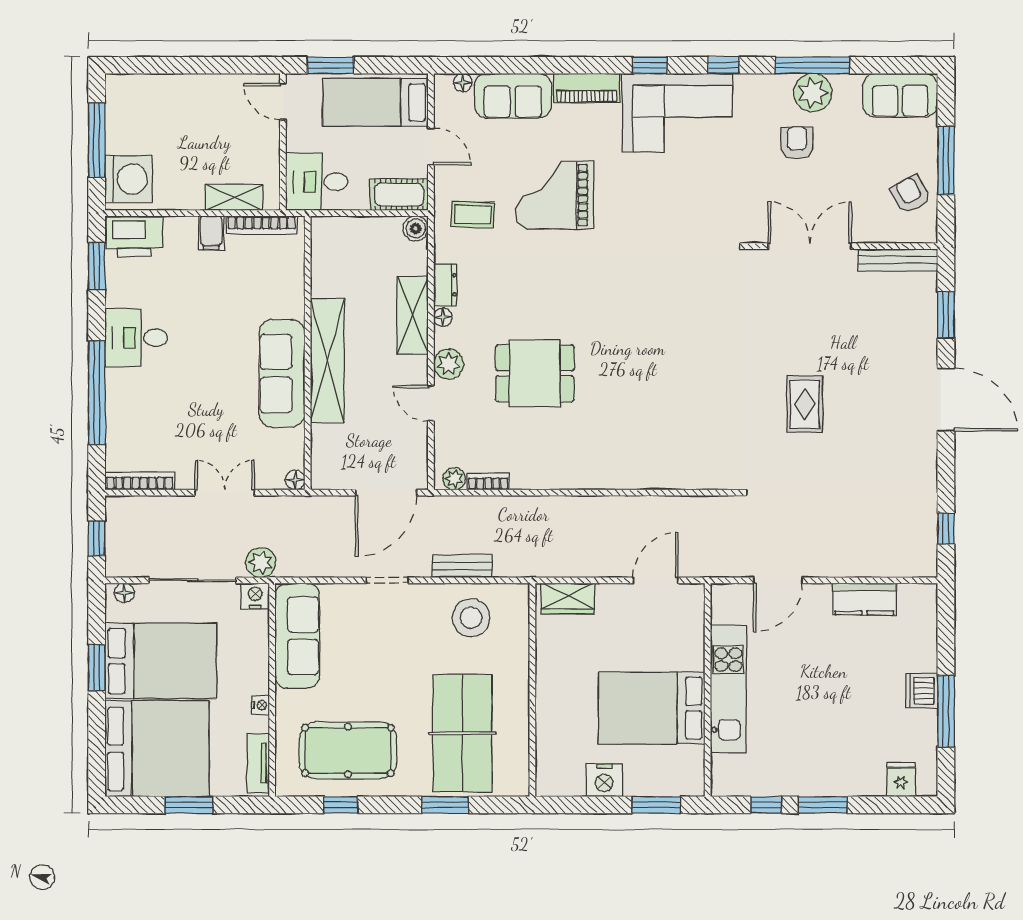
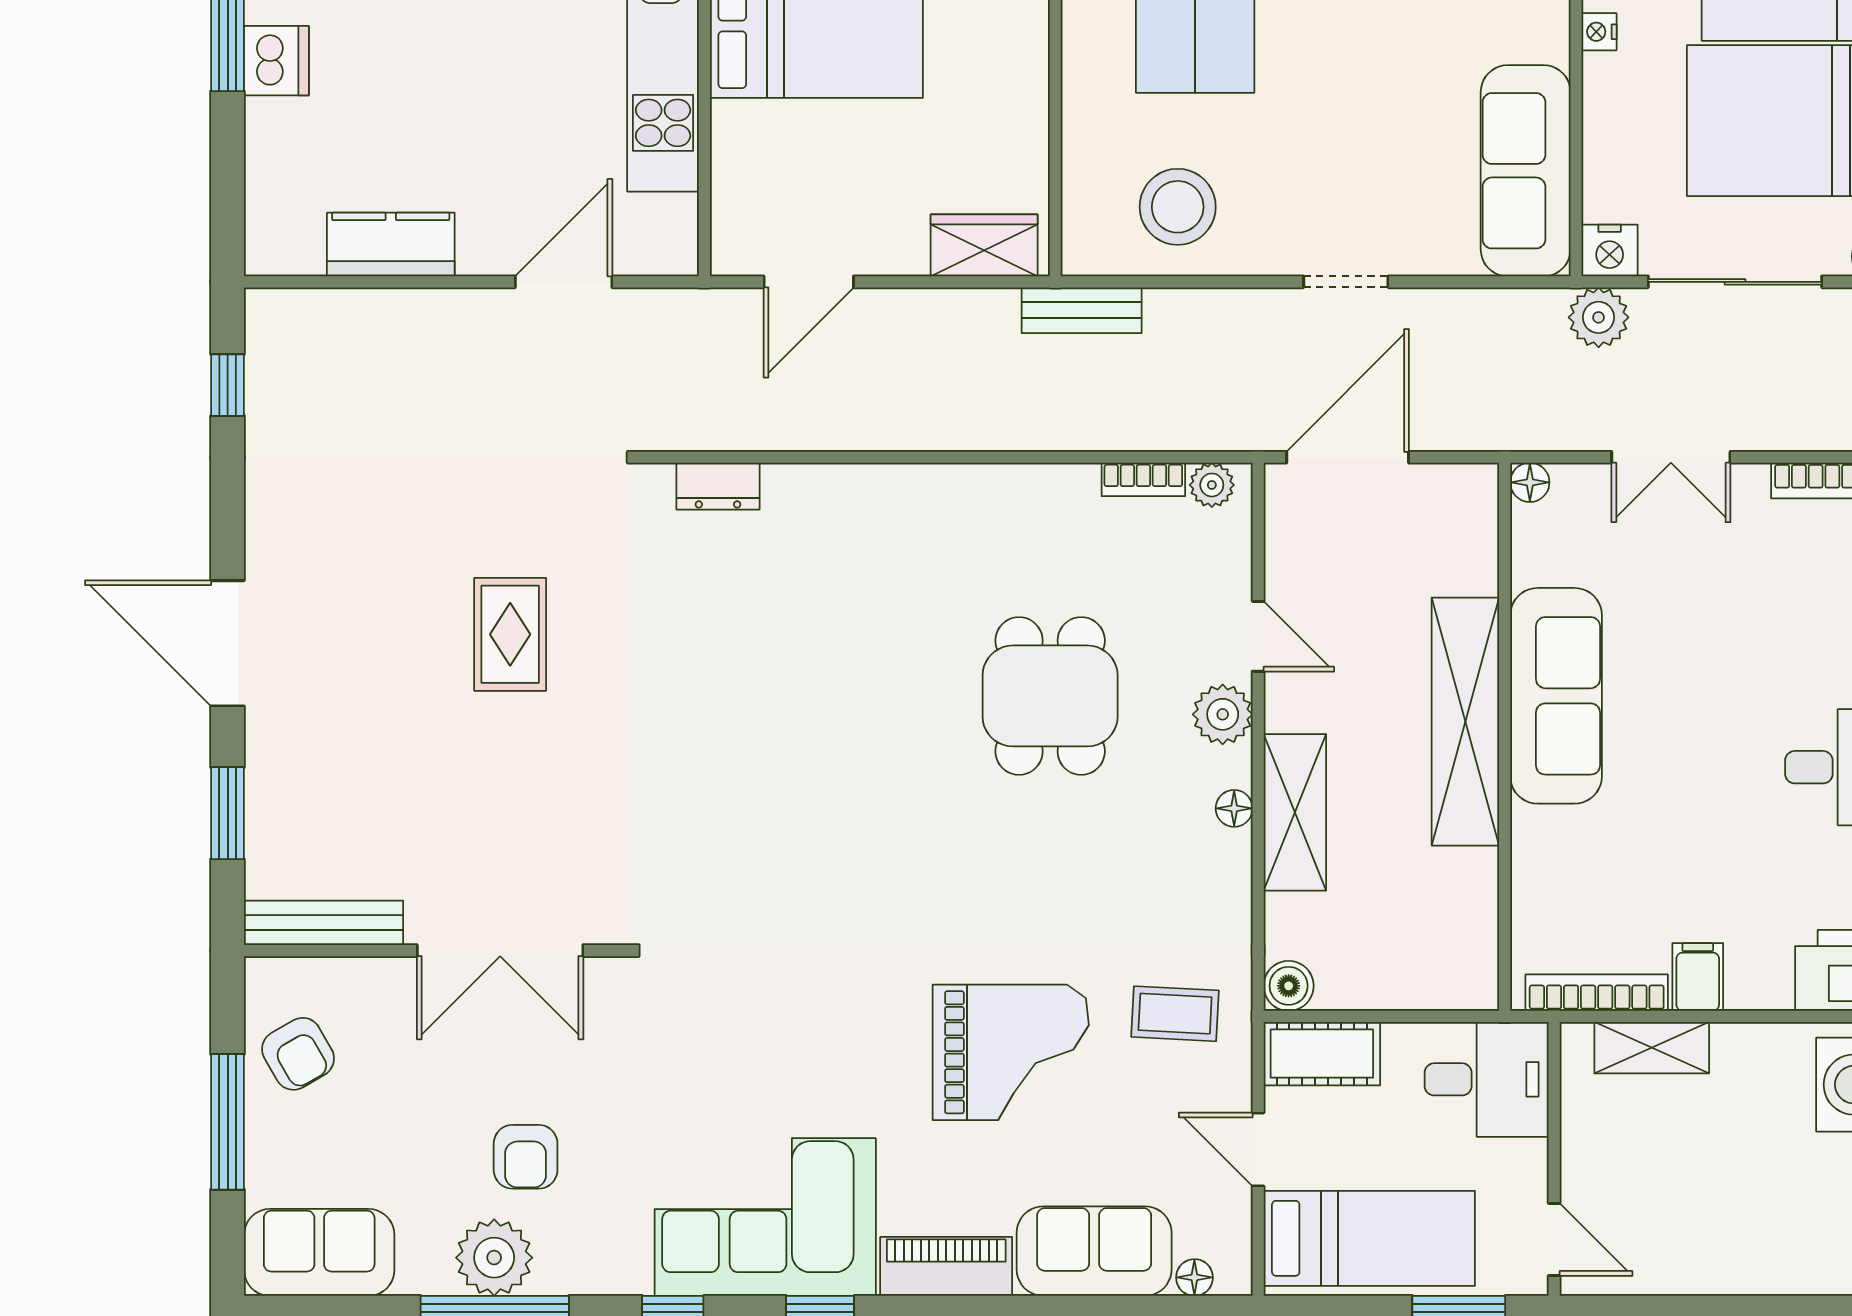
dresser: (445, 285) -> (718, 486), moved, turned -90
dining table: (535, 373) -> (1050, 696), turned 90
bench: (462, 566) -> (1082, 310), moved

